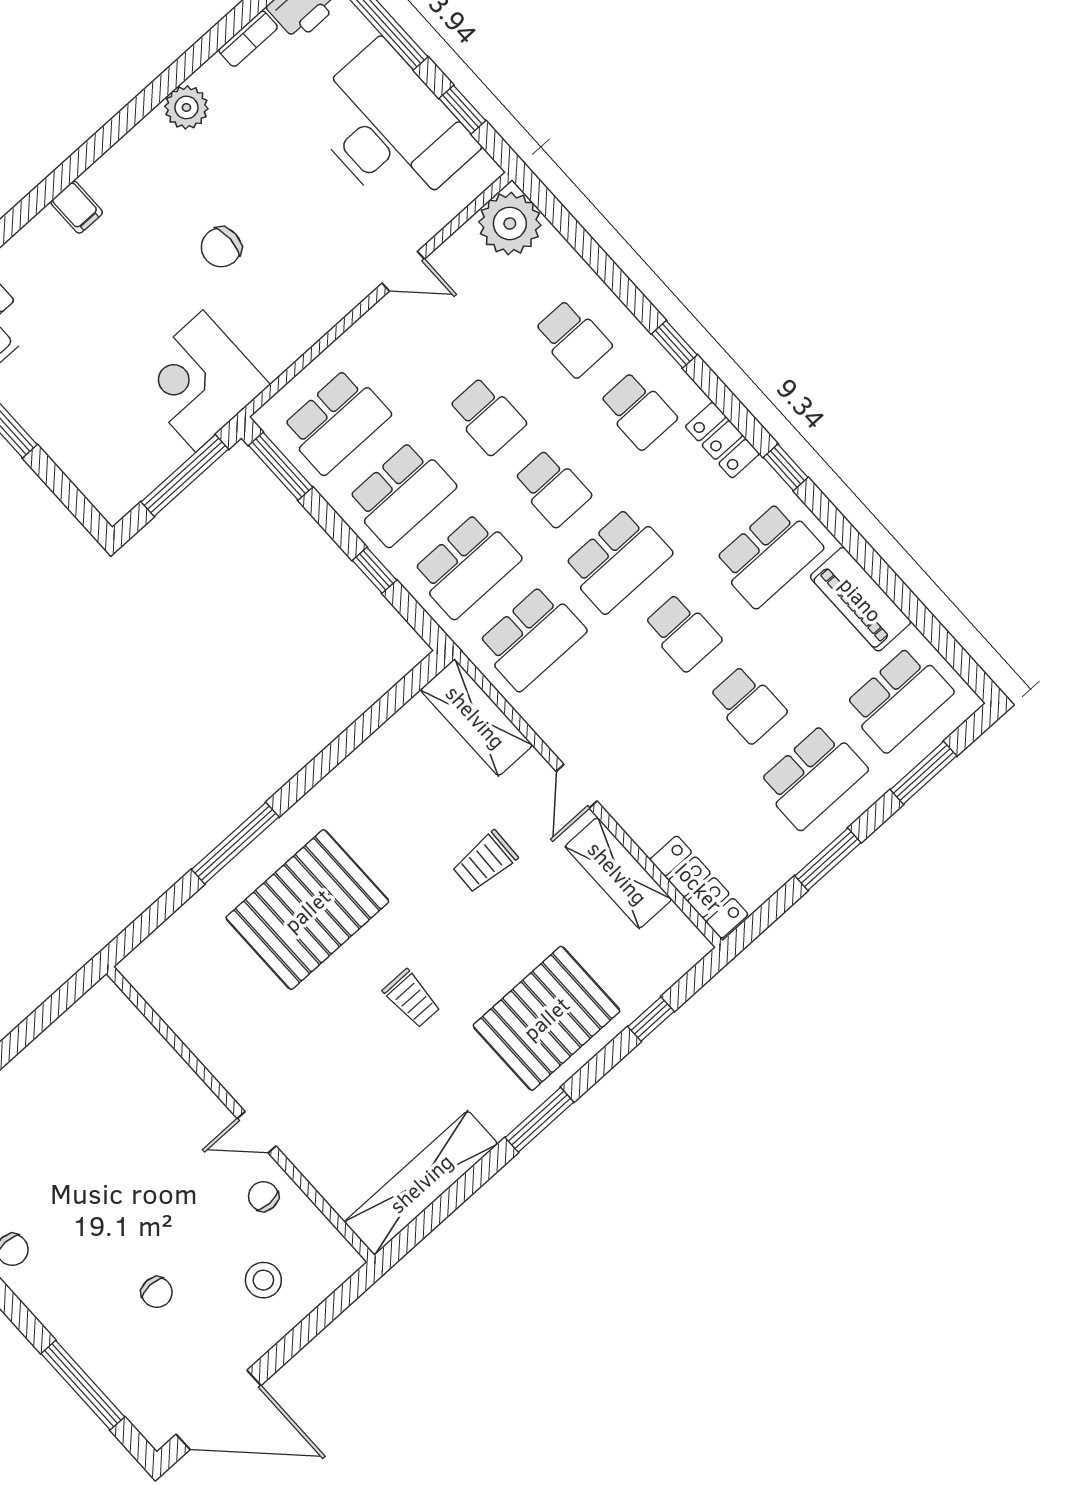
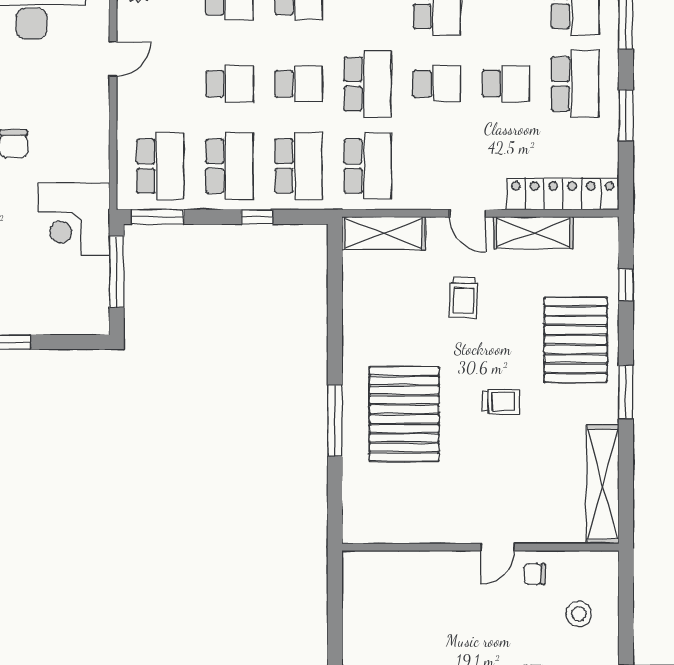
locker: (699, 887) -> (563, 194), width x1.41, depth x1.21

